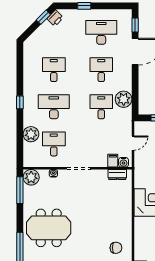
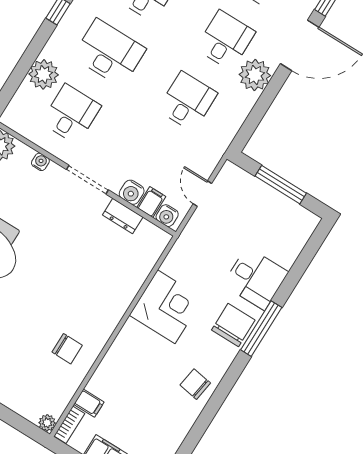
plant: (124, 99) -> (255, 75), moved
door: (133, 143) -> (202, 194), swing flipped
water cooler: (102, 162) -> (132, 192), added
dresser: (117, 175) -> (123, 216), moved

